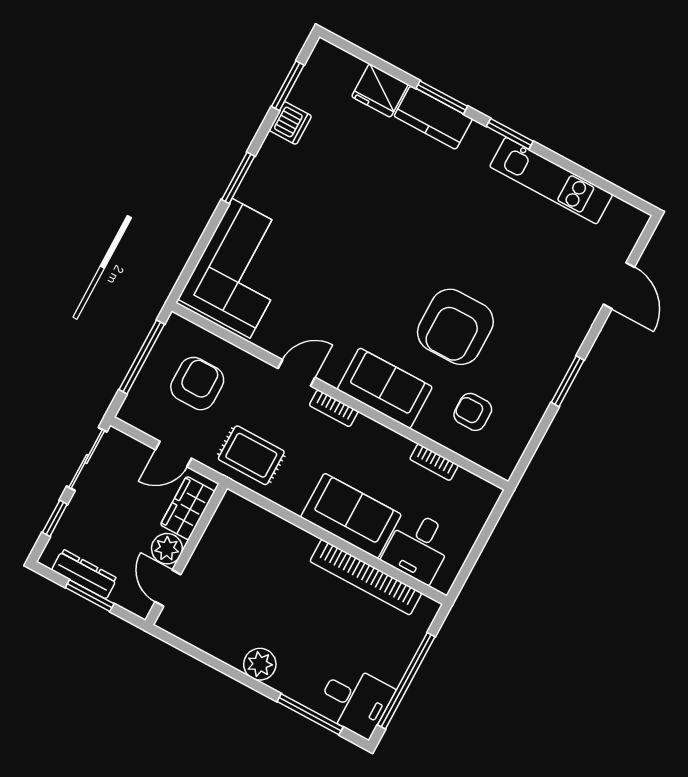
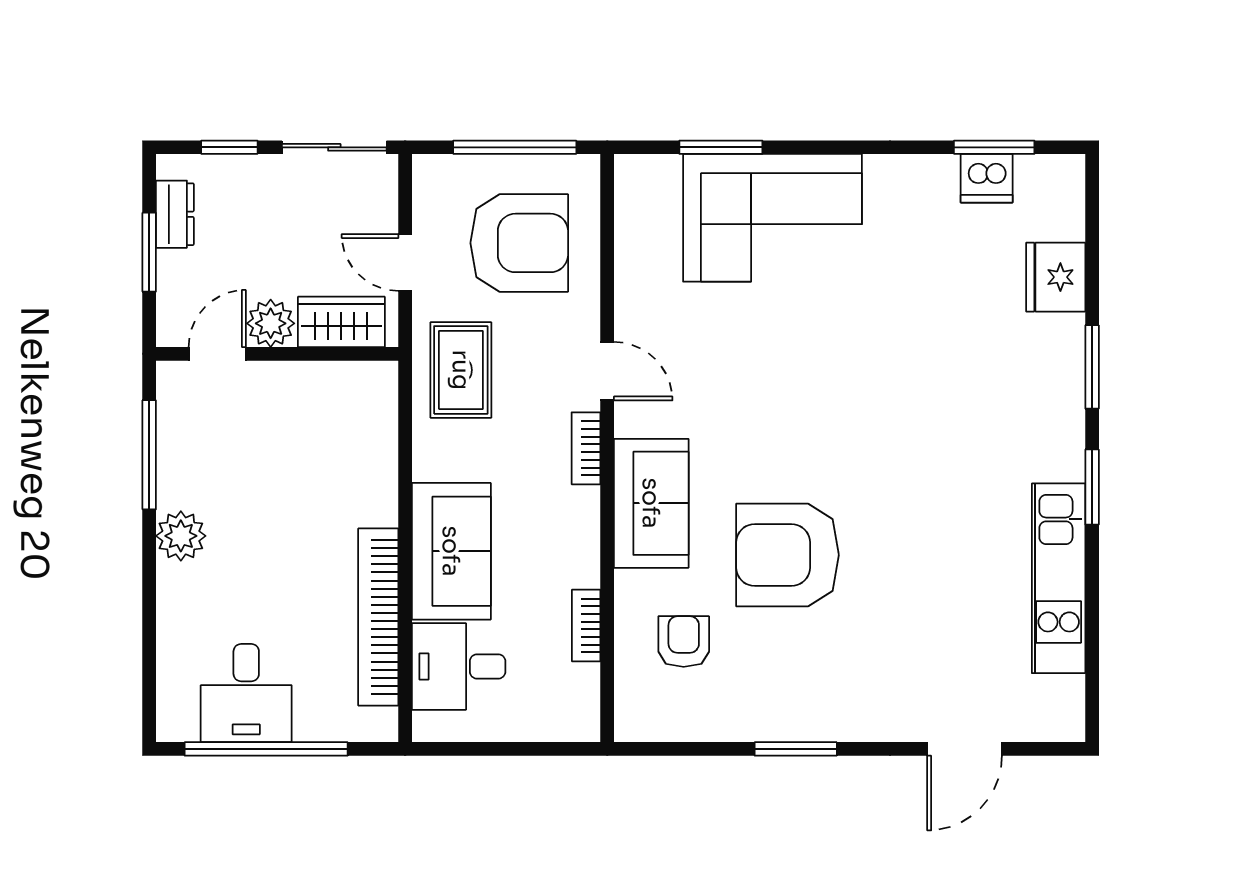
kitchen counter: (433, 118) -> (1058, 370), removed
dishwasher: (290, 123) -> (987, 178), moved
window: (238, 178) -> (721, 147), moved
corner sofa: (241, 268) -> (773, 218), moved
armchair: (197, 384) -> (519, 243), width x1.36, depth x1.36
dresser: (84, 574) -> (175, 214), width x0.70
desk: (355, 700) -> (246, 693), moved
window: (310, 714) -> (149, 455), moved

